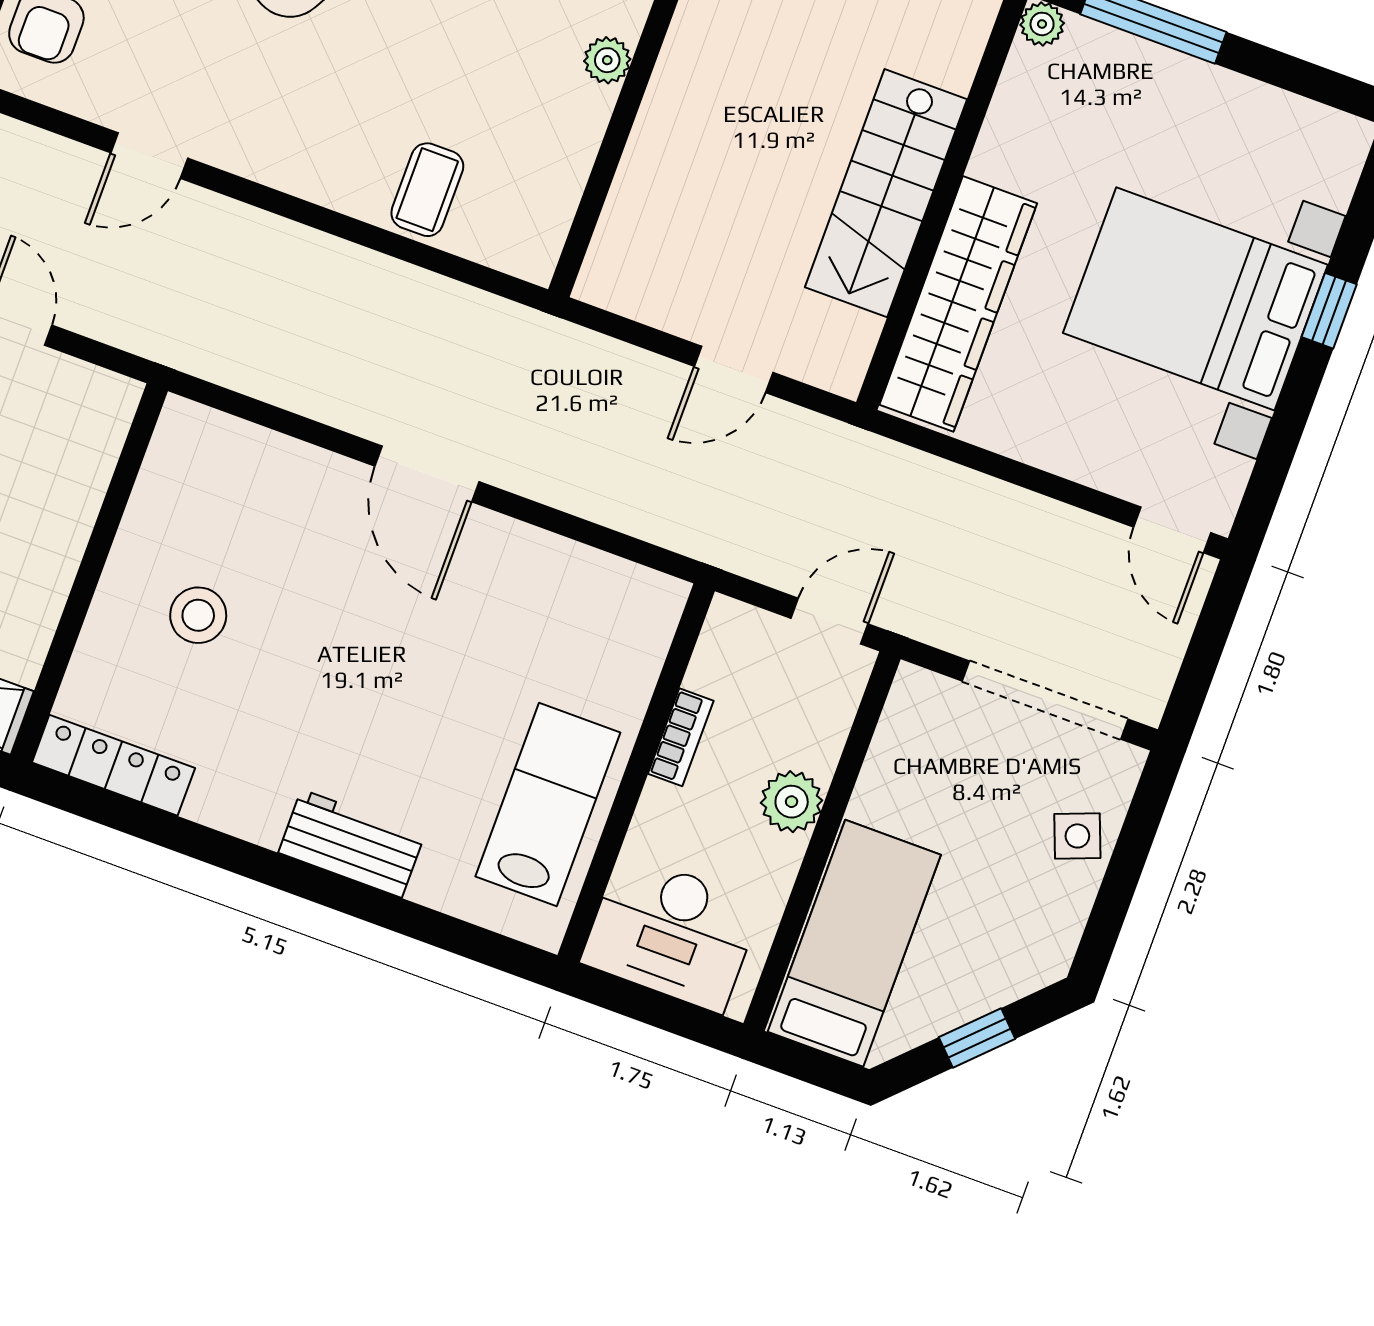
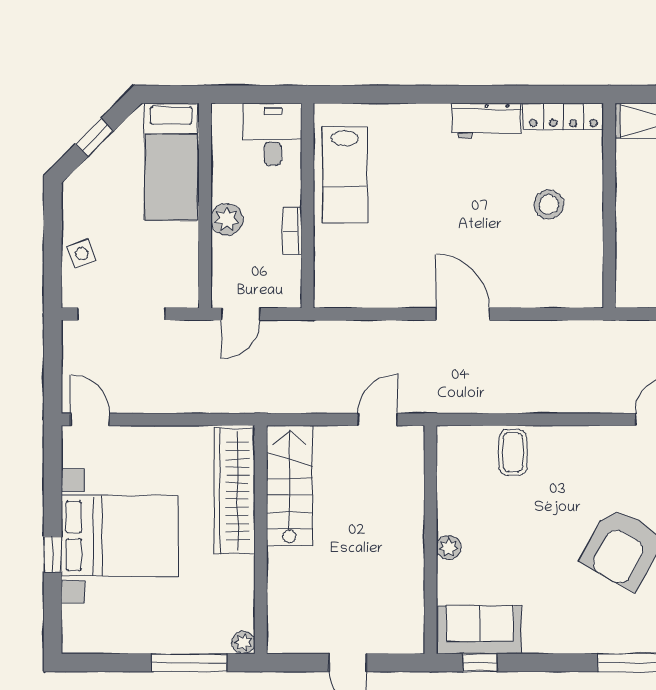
stairs: (886, 193) -> (289, 486), moved
door: (734, 369) -> (378, 419), moved
workbench: (352, 844) -> (487, 121), moved
desk: (671, 933) -> (273, 134), width x0.73

